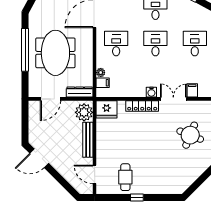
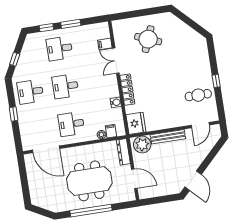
water cooler: (151, 92) -> (116, 102), moved

